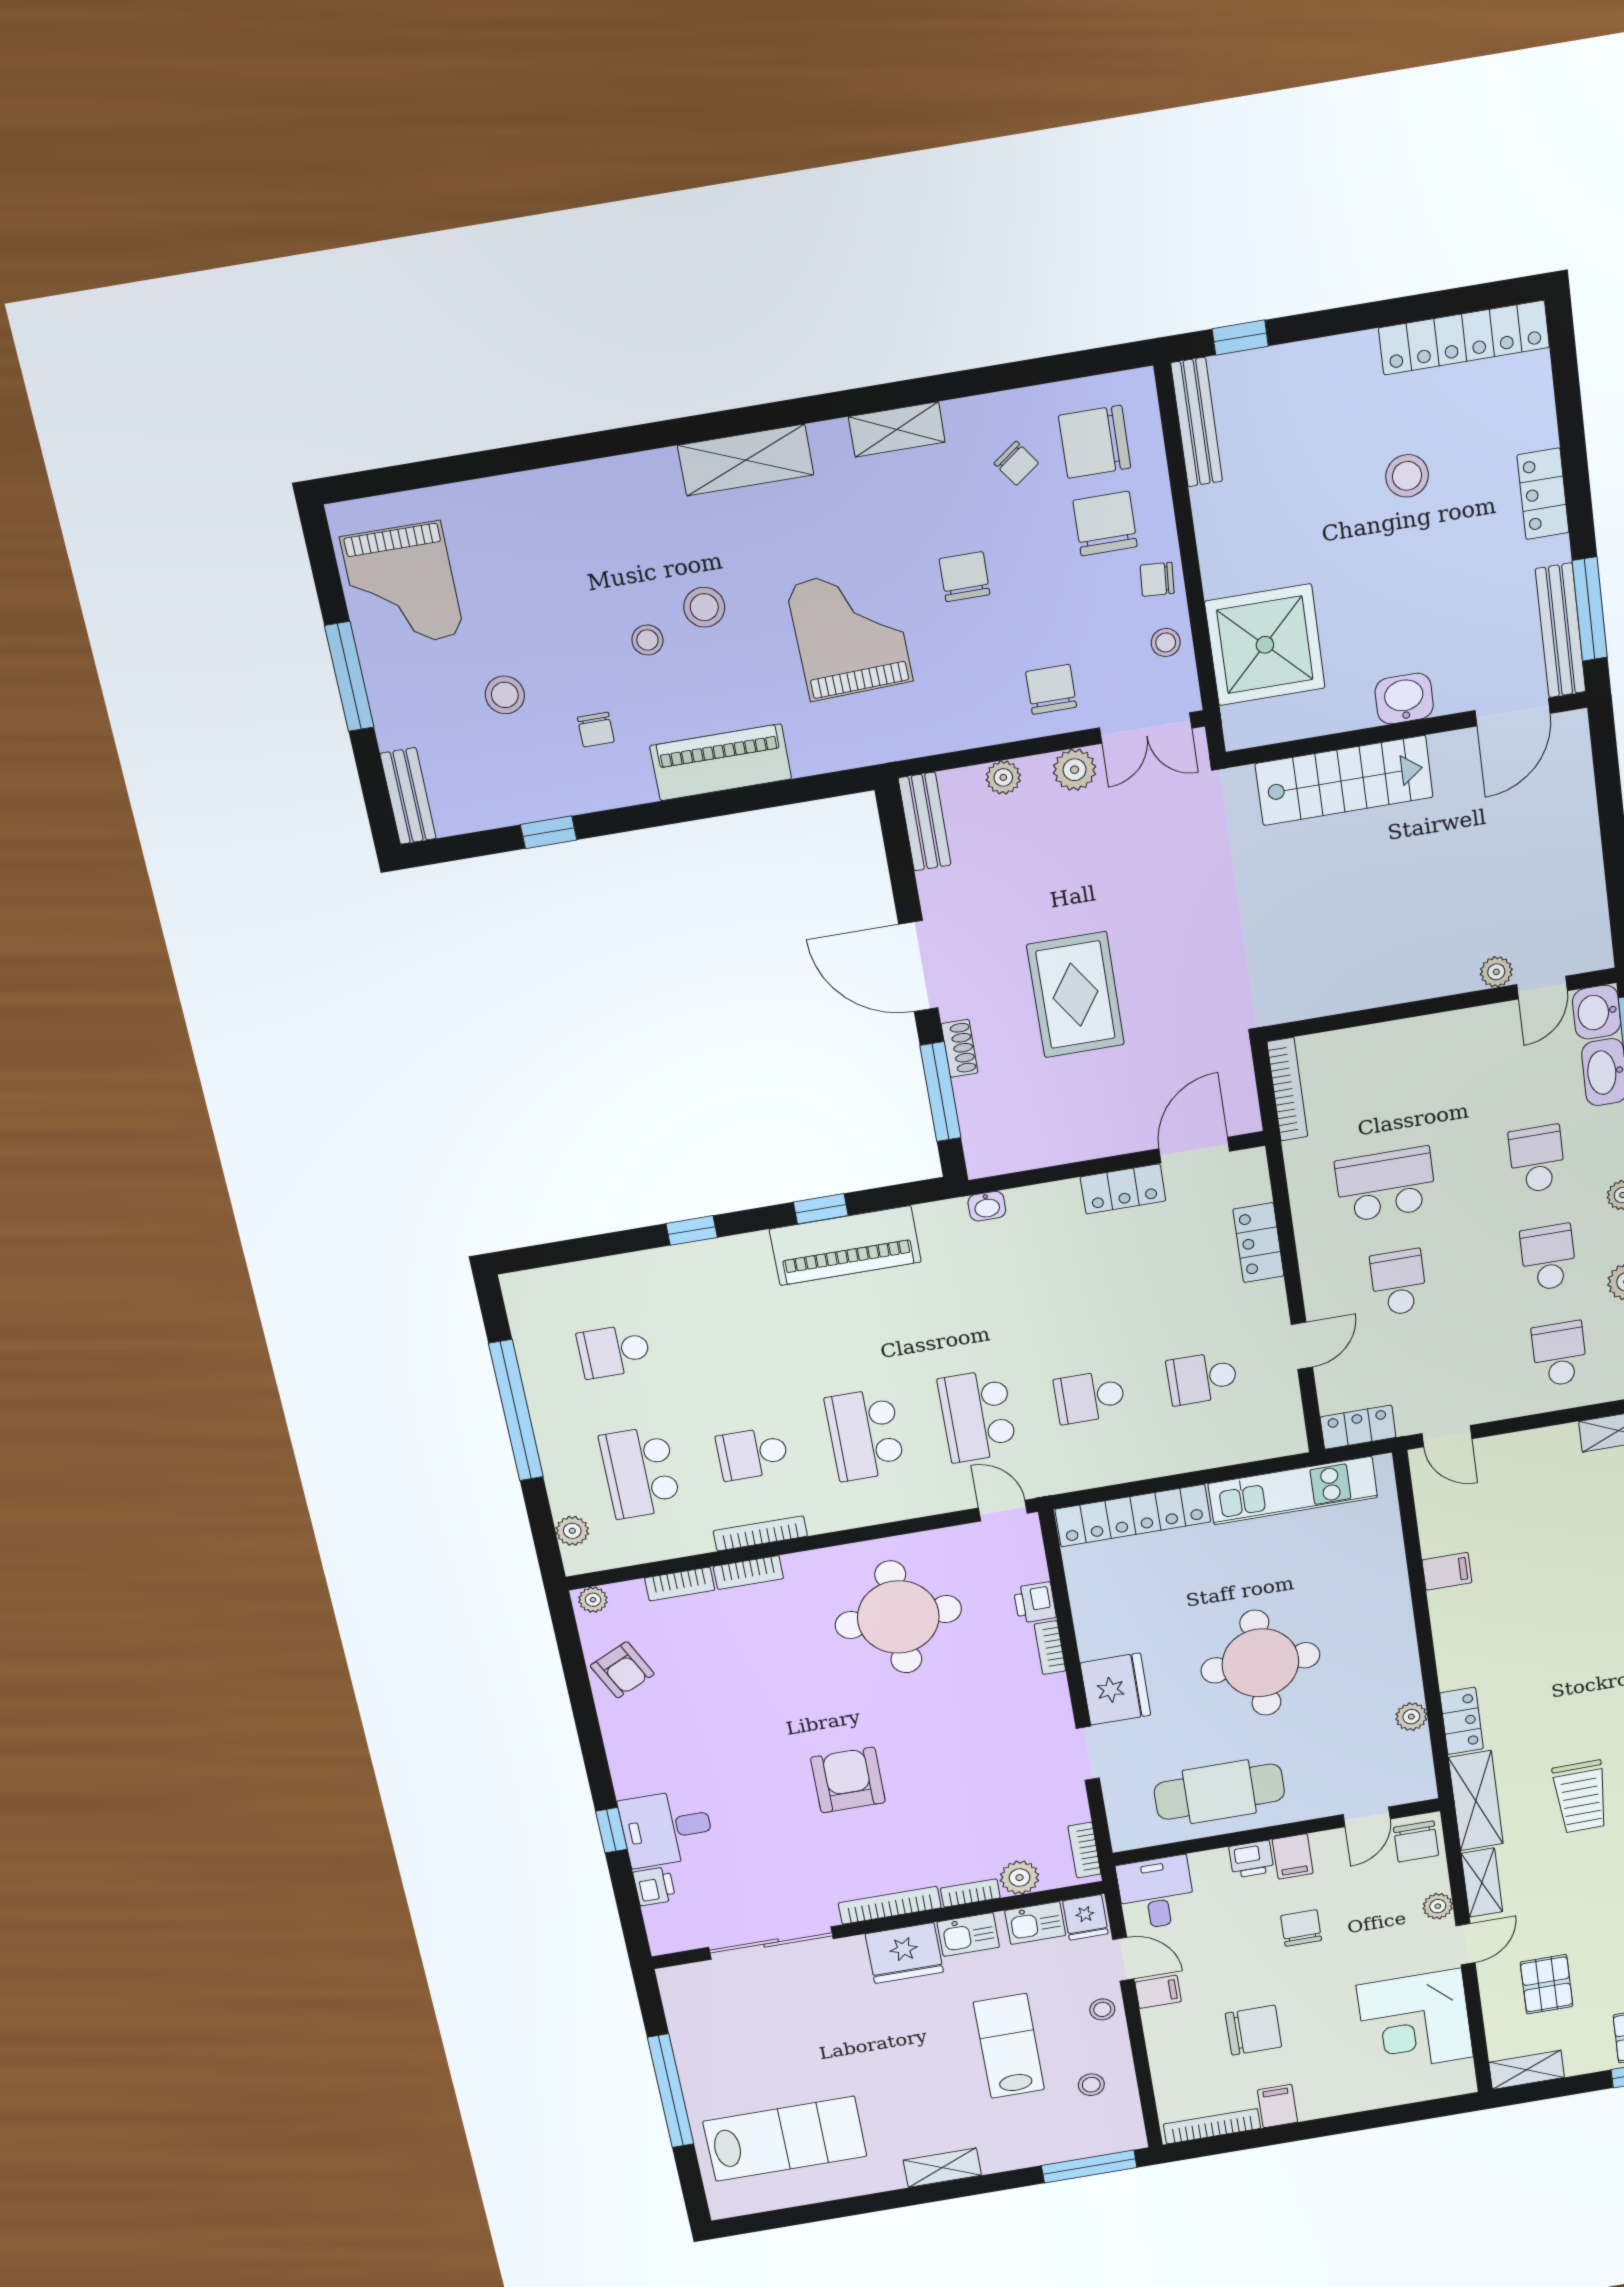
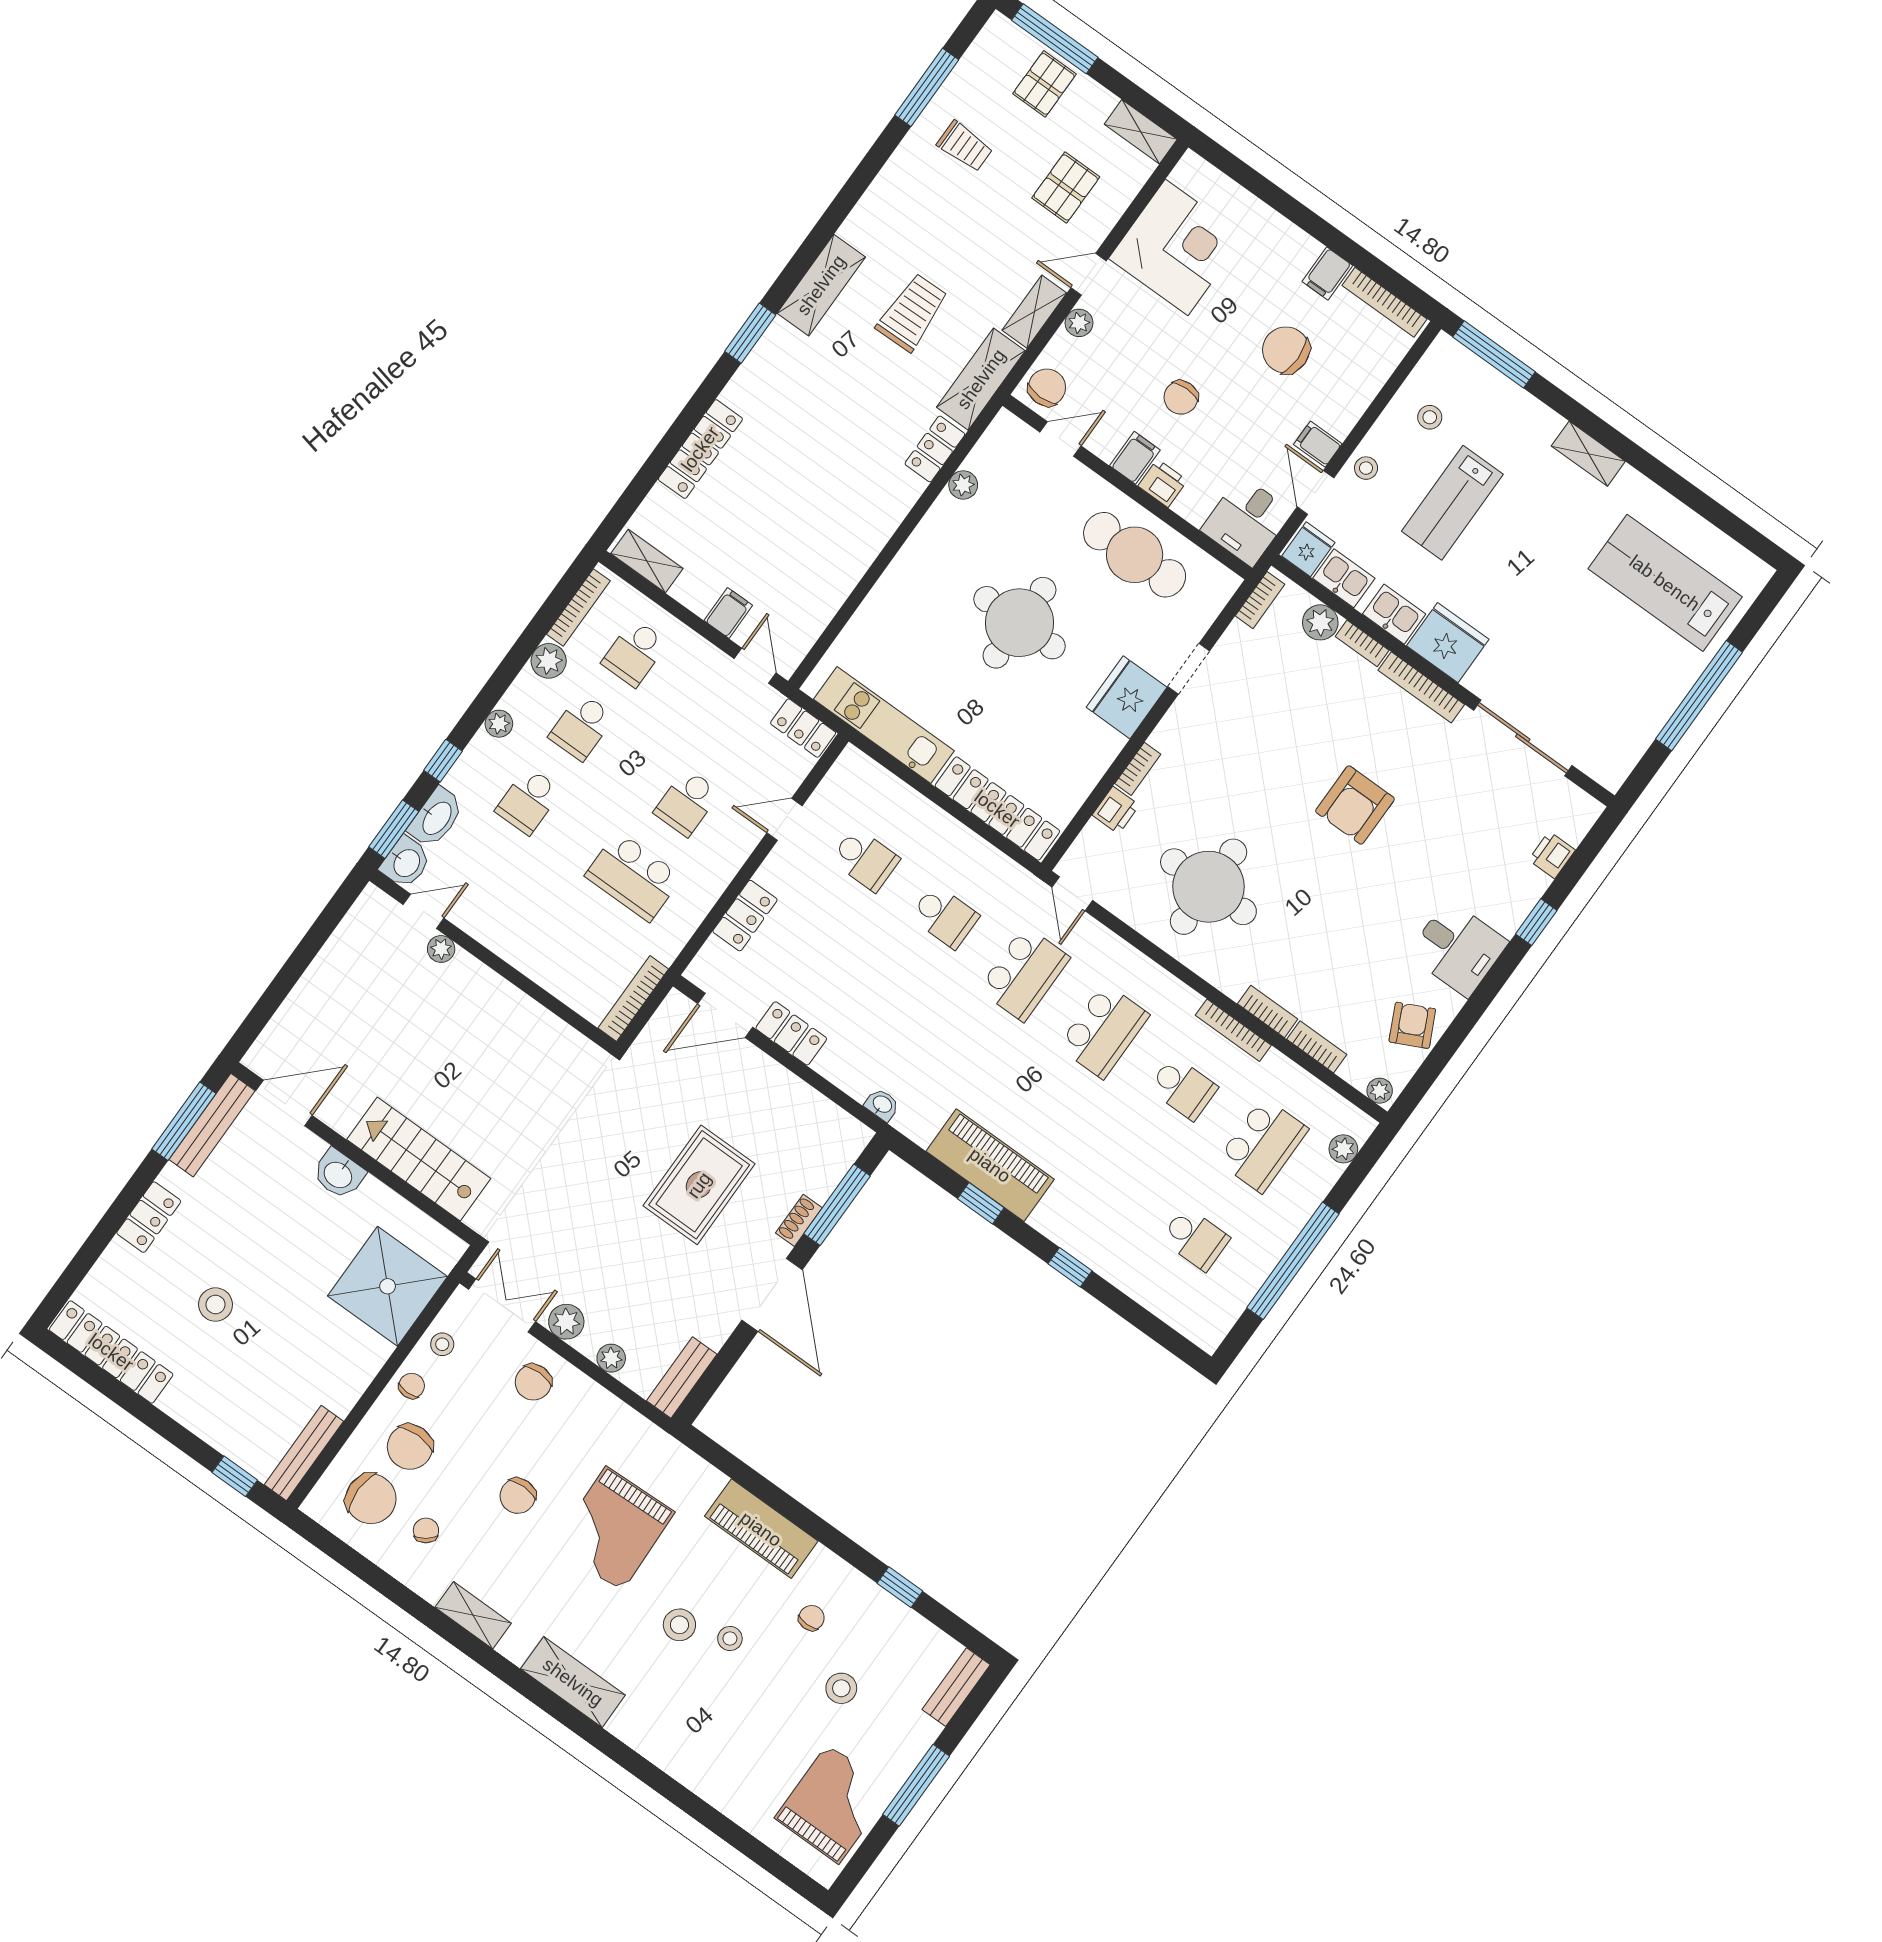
chair: (1157, 579) -> (412, 1386), turned -94
filing cabinet: (1447, 1571) -> (728, 613), moved, turned 90
desk: (667, 1828) -> (1458, 948), moved

